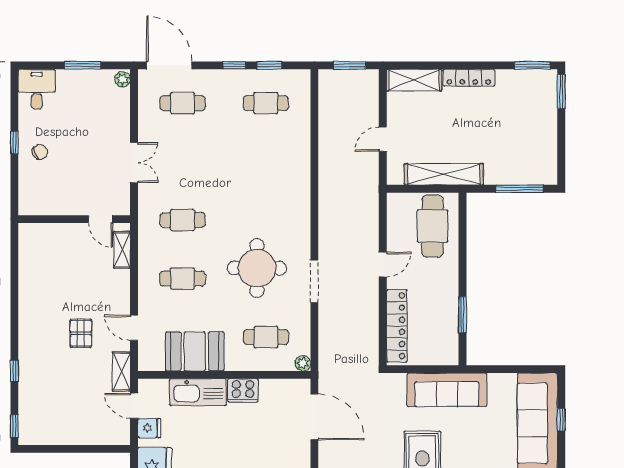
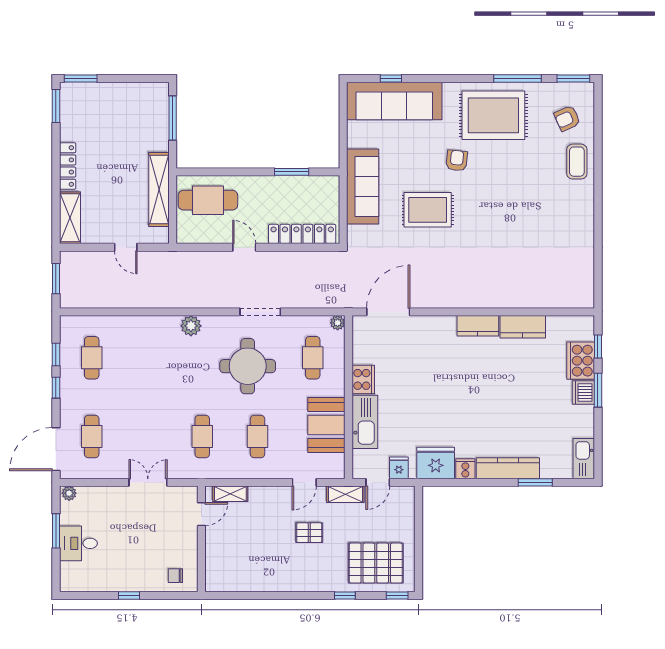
desk: (37, 89) -> (78, 543), moved
chair: (40, 152) -> (175, 576), moved, turned -68
plant: (300, 208) -> (191, 326), added
pallet: (49, 404) -> (376, 563), added

